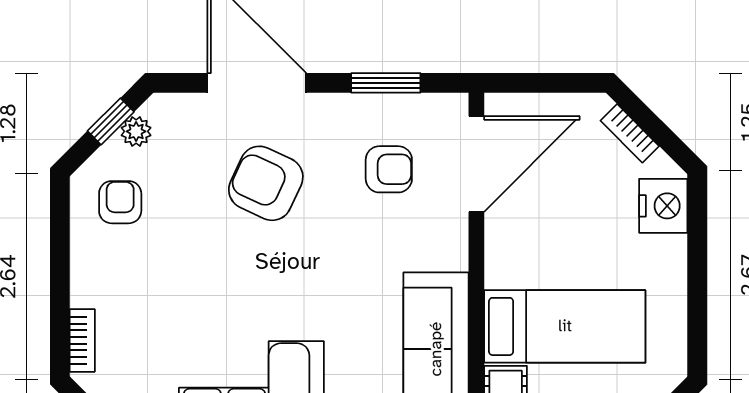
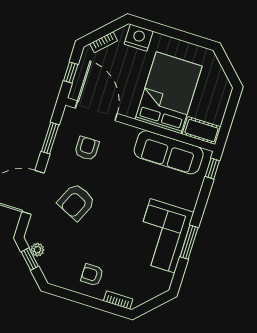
window: (542, 83) -> (71, 72), added
armchair: (120, 202) -> (92, 275), moved
bed: (565, 326) -> (169, 93), width x1.50

